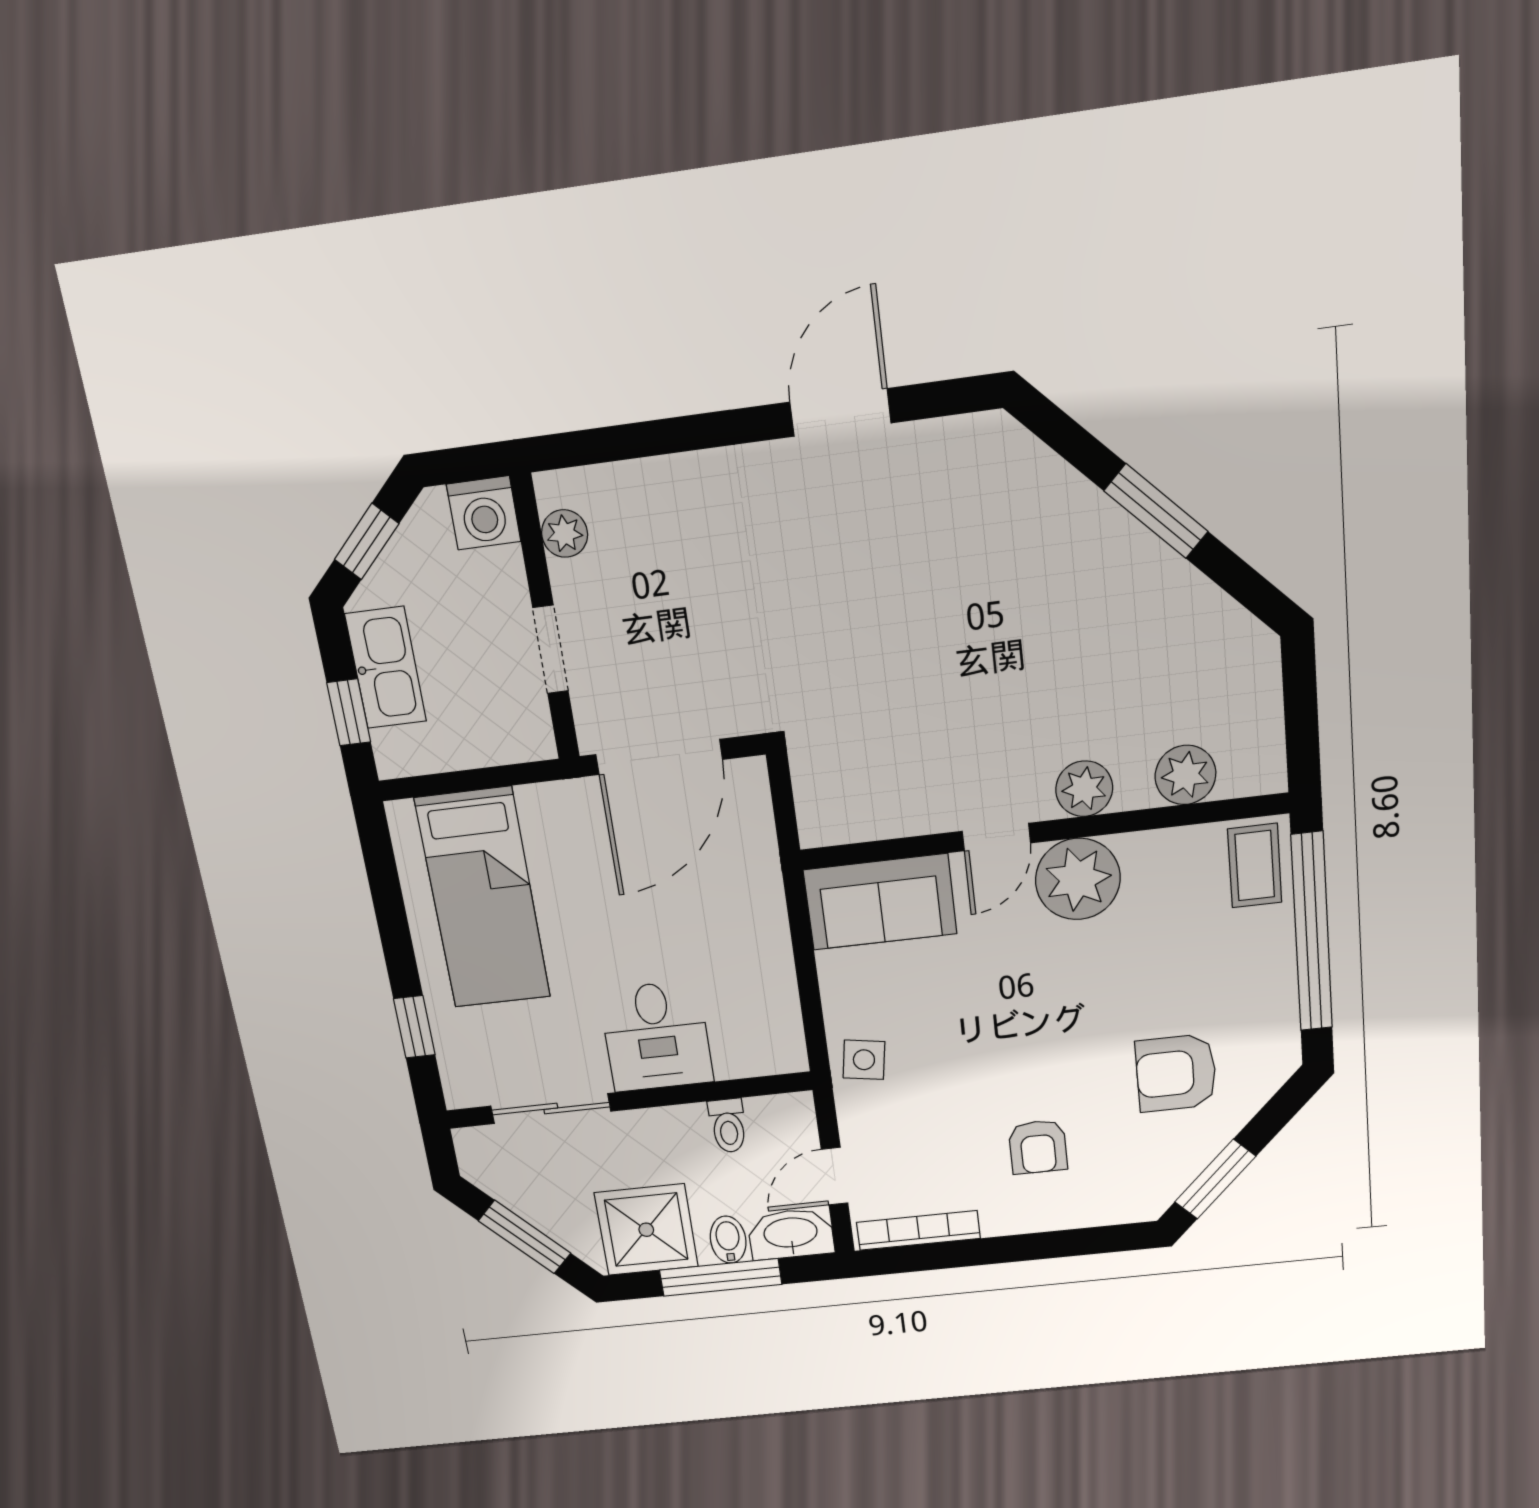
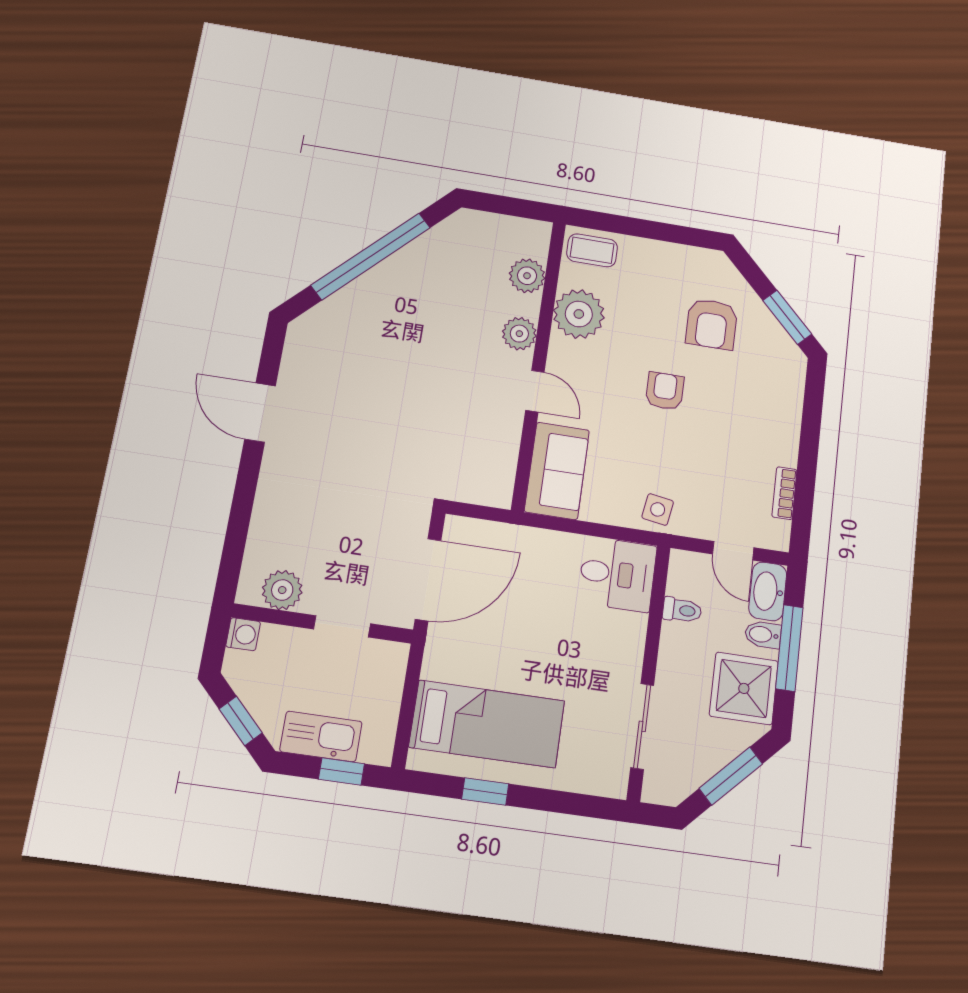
window: (1156, 511) -> (371, 256), width x2.11
washing machine: (484, 513) -> (243, 634), width x0.73, depth x0.73
plant: (565, 534) -> (282, 590), width x1.38, depth x1.38
door: (659, 757) -> (428, 580), hinge flipped
plant: (1078, 879) -> (579, 314), moved
window: (1312, 932) -> (641, 228), removed
window: (414, 1027) -> (485, 791), moved
desk: (656, 1036) -> (617, 574), moved
armchair: (1038, 1147) -> (665, 391), moved, turned -90
bookcase: (918, 1230) -> (784, 493), width x0.64

